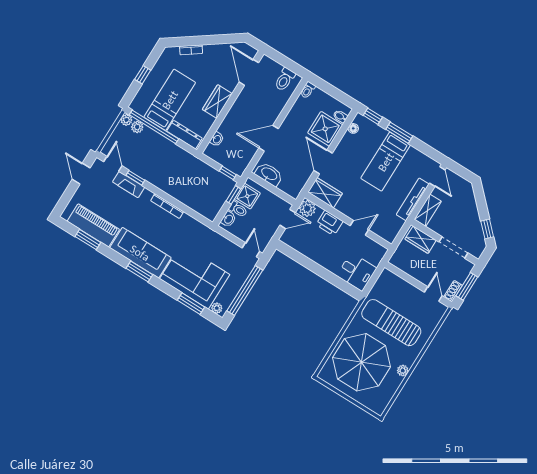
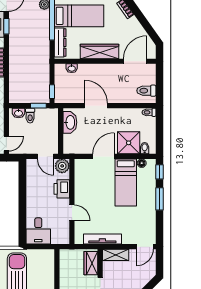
wardrobe: (217, 101) -> (99, 51), width x1.50
bed: (386, 162) -> (126, 182), moved, turned -90
wardrobe: (325, 193) -> (82, 172), removed
shower: (247, 196) -> (44, 116), removed
tv unit: (413, 199) -> (102, 239), moved

